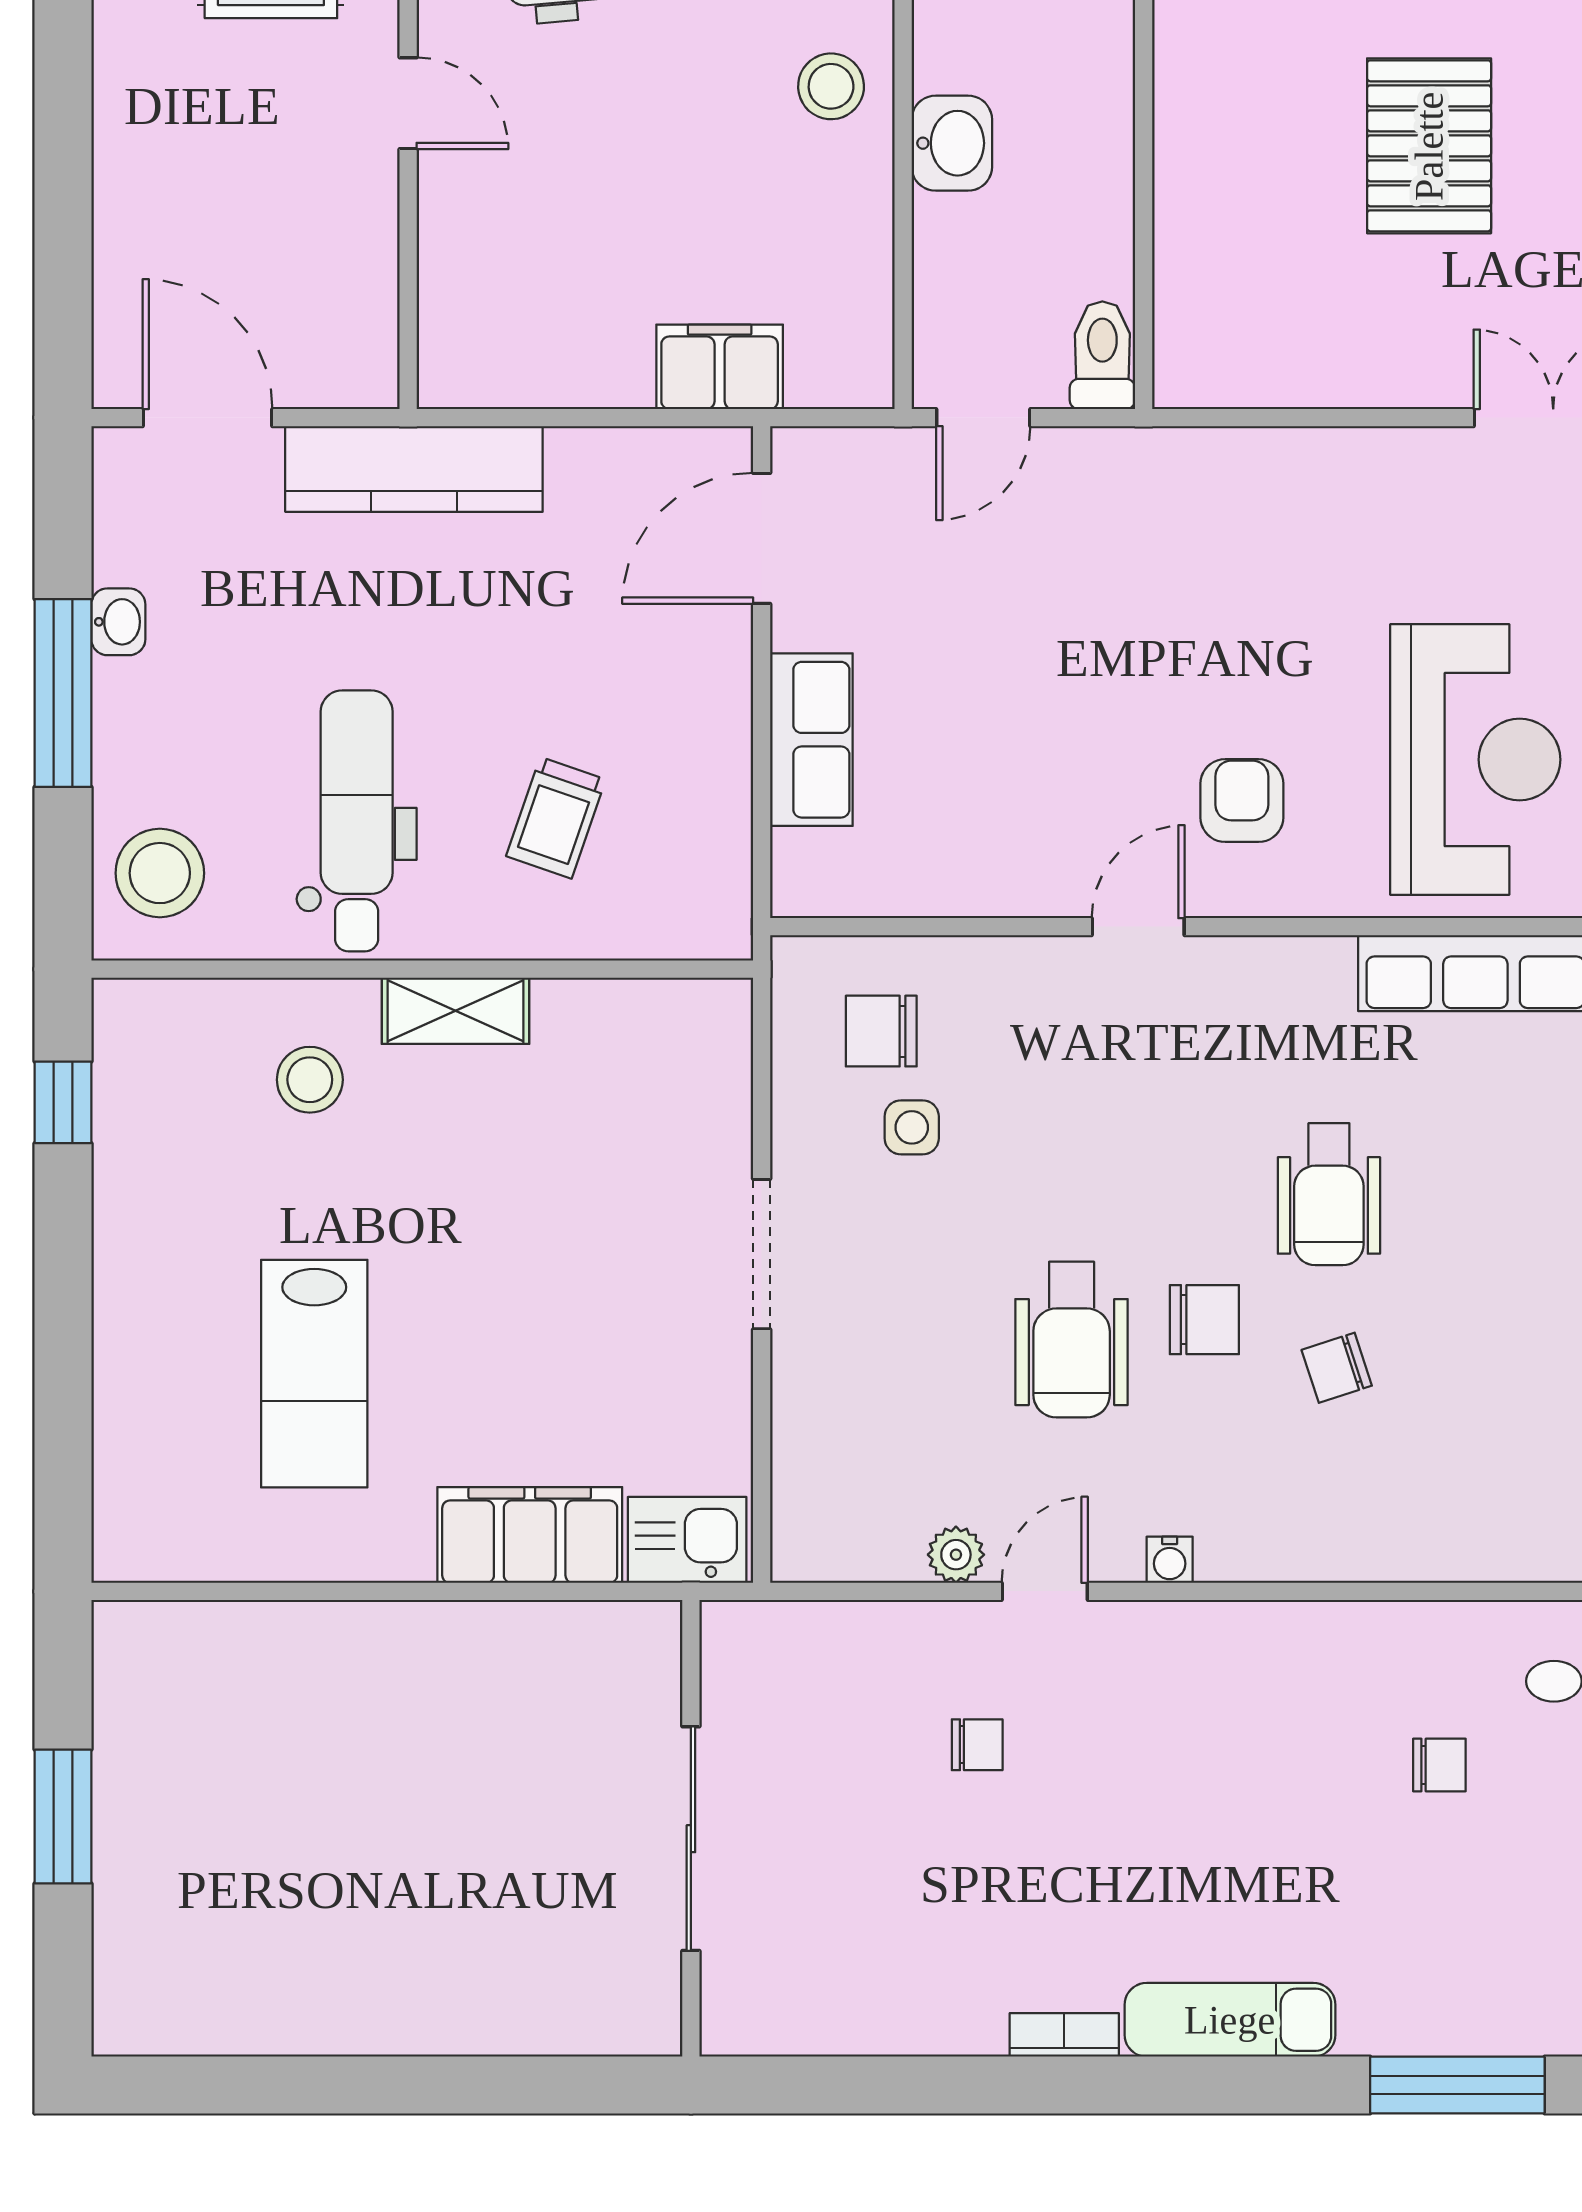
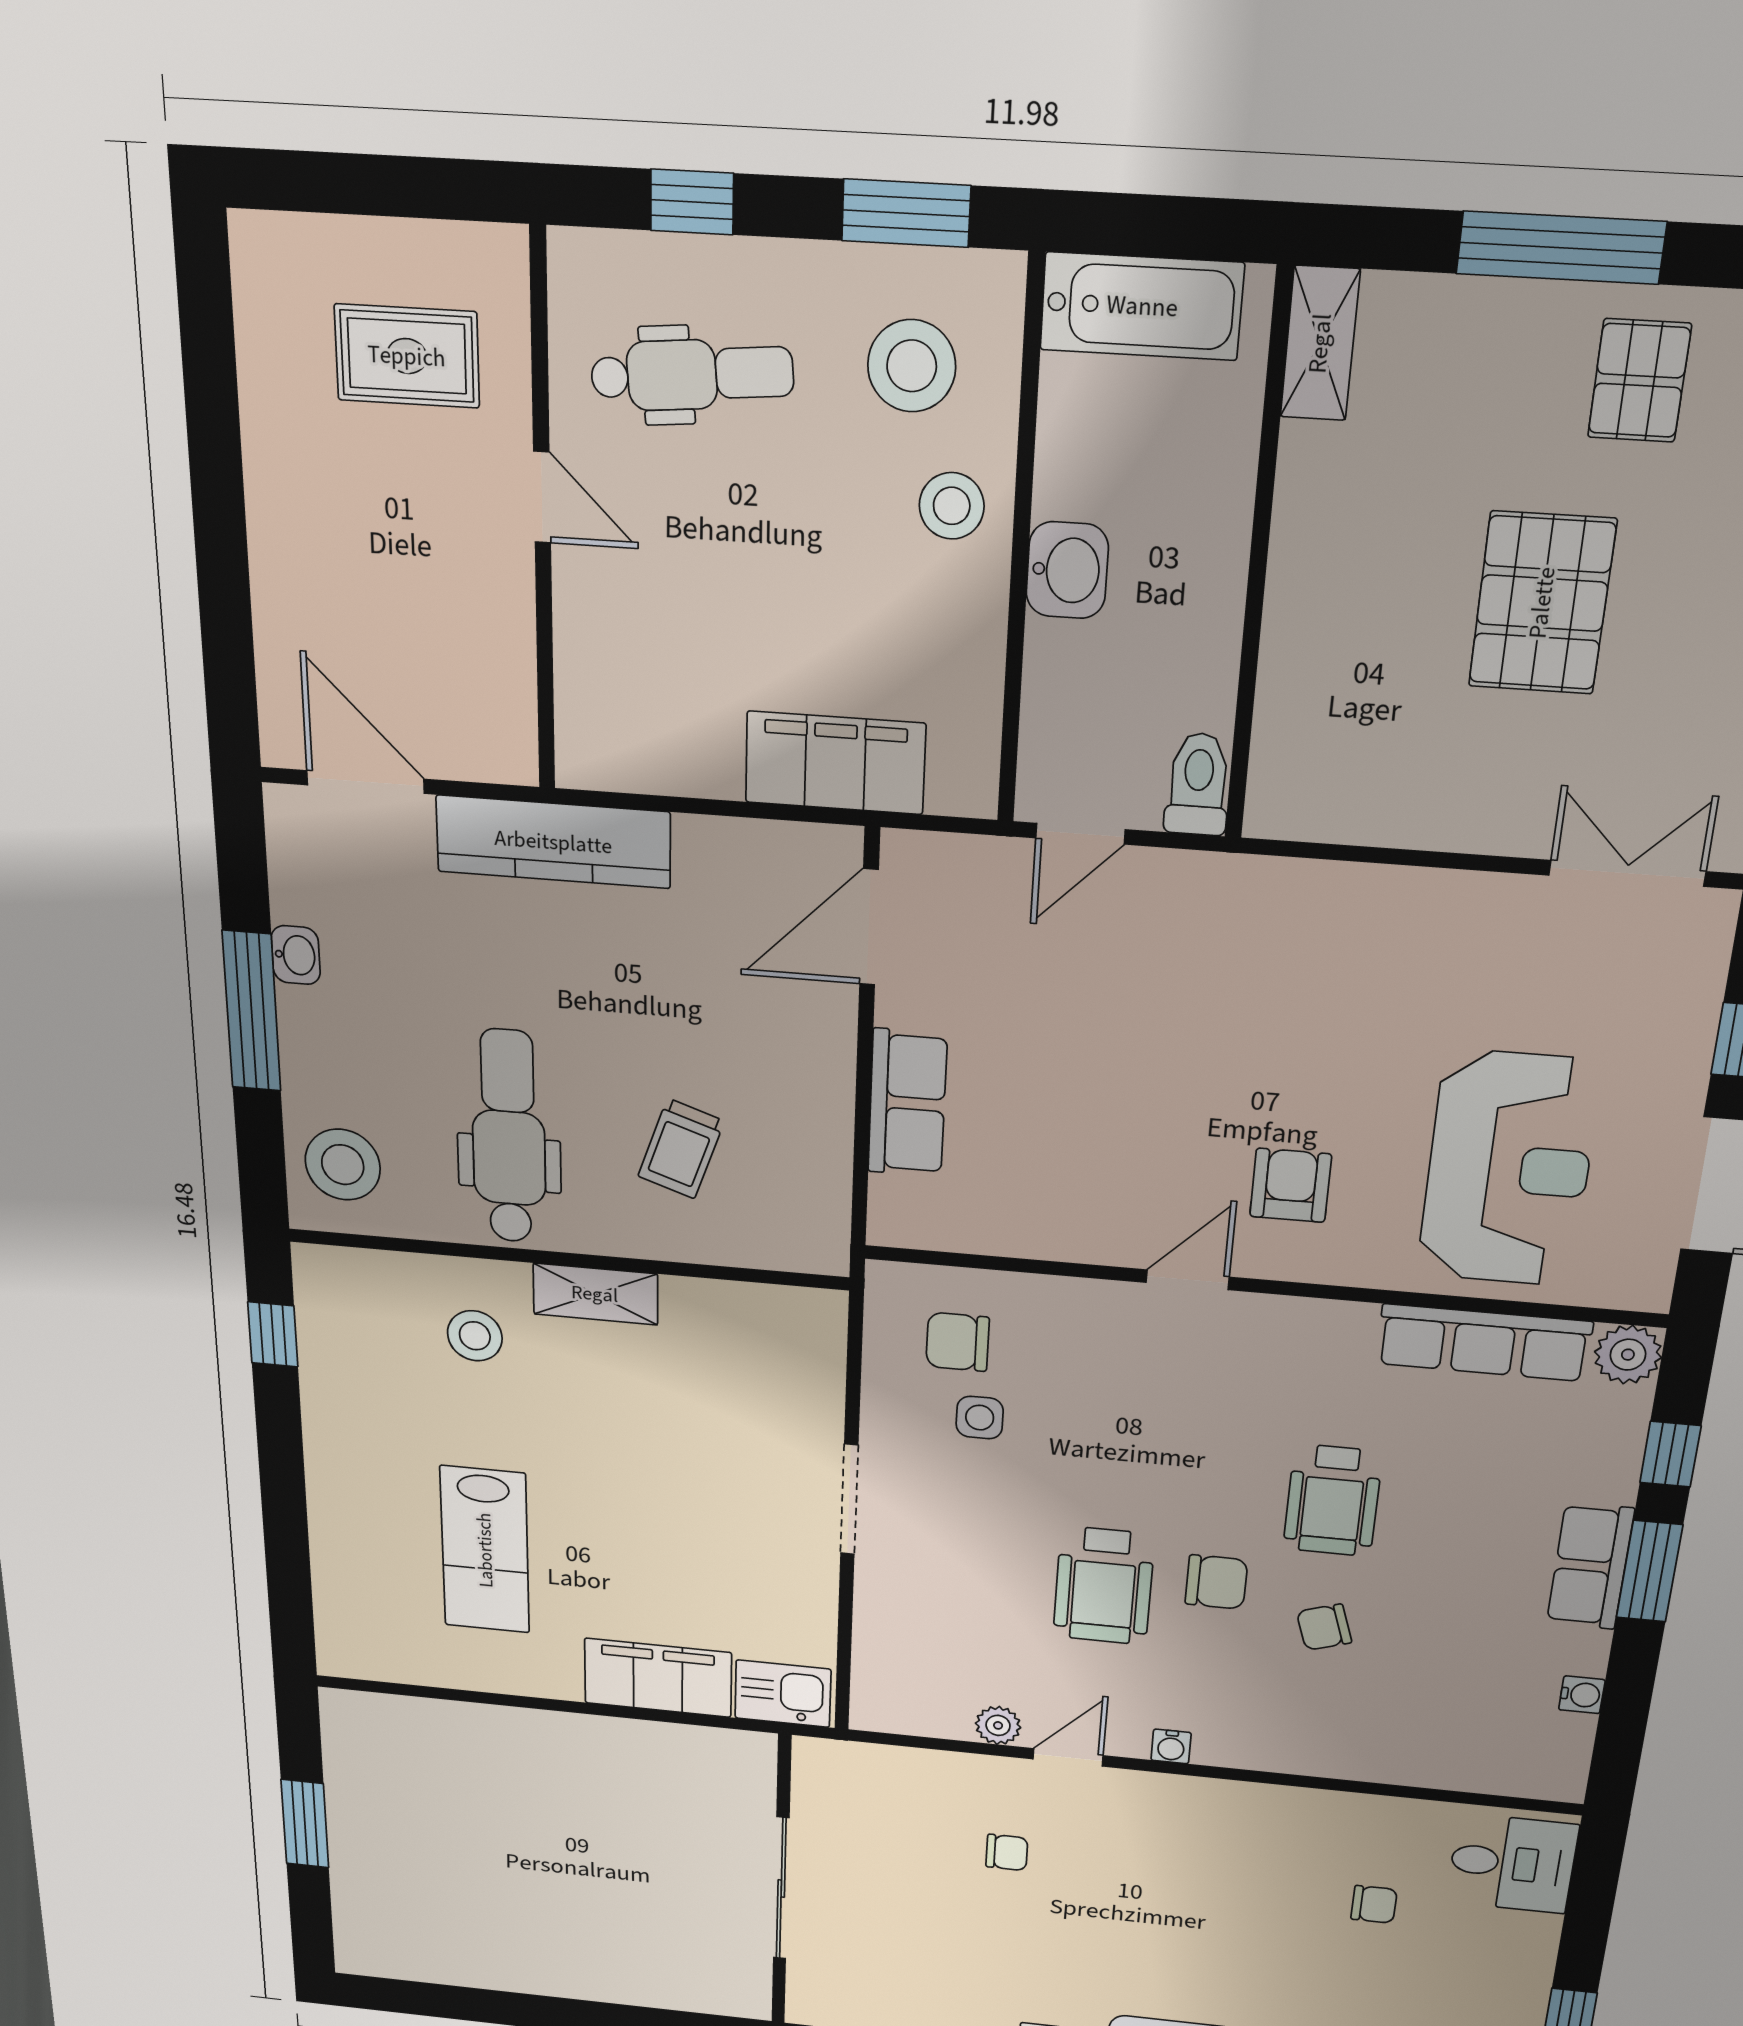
filing cabinet: (720, 367) -> (835, 763), width x1.50, depth x1.17

